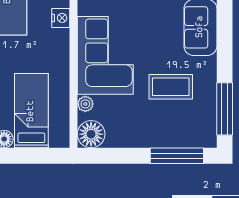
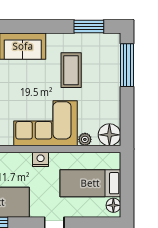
nightstand: (61, 18) -> (41, 159), moved
window: (225, 109) -> (89, 26), width x0.69

